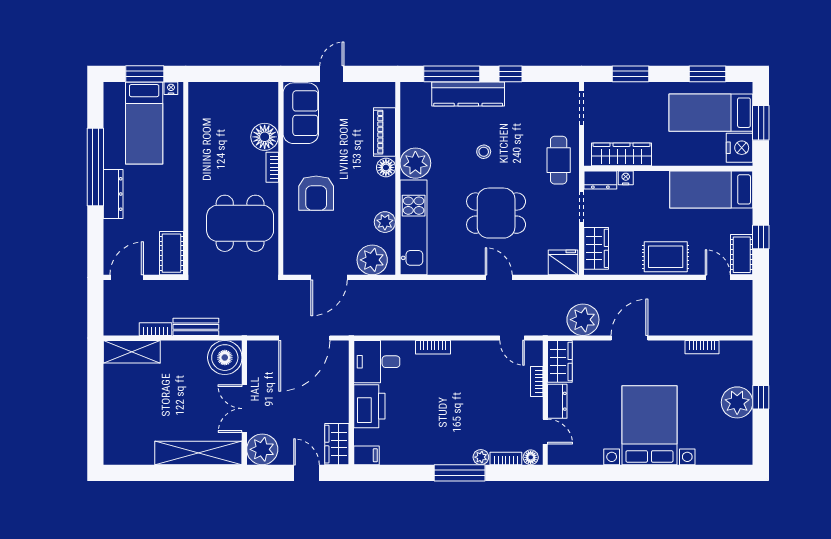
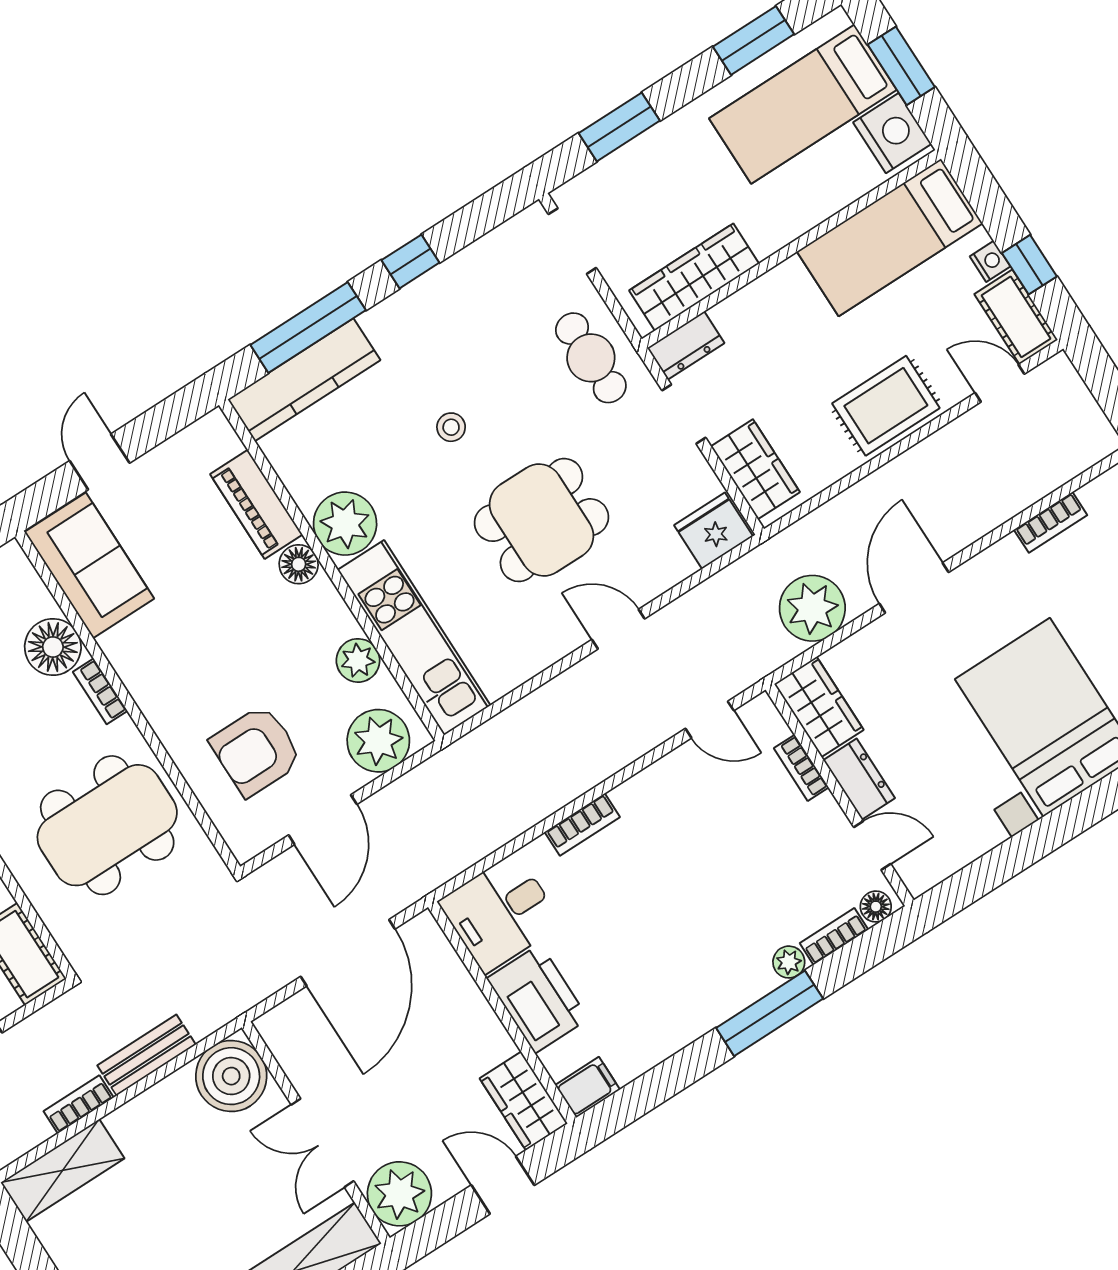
kitchen counter: (468, 94) -> (304, 380), moved
nightstand: (626, 178) -> (990, 261), moved, turned 90
armchair: (316, 193) -> (256, 751), moved, turned 90

